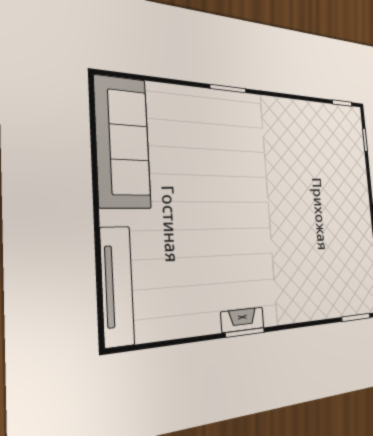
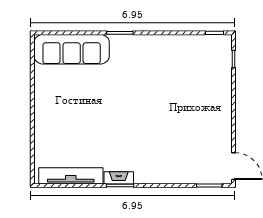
sofa: (122, 142) -> (72, 49), moved, turned 90
tv unit: (117, 286) -> (71, 176), moved, turned -90

